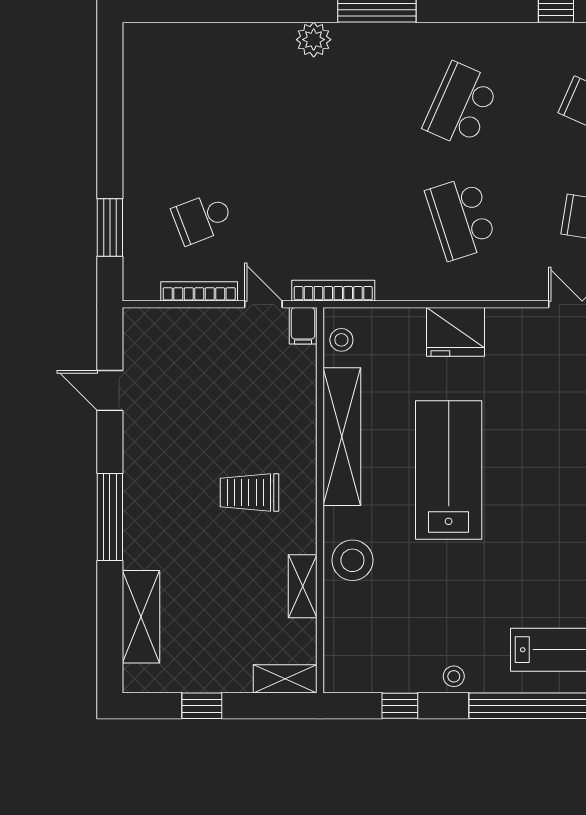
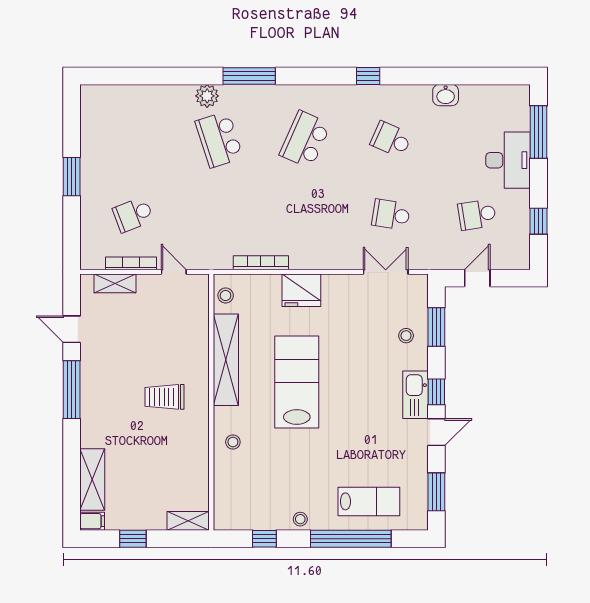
school desk: (461, 218) -> (219, 139), moved
window: (110, 228) -> (72, 177), moved
bookcase: (333, 291) -> (261, 263), moved
filing cabinet: (303, 326) -> (92, 521), moved, turned -90
window: (110, 517) -> (72, 390), moved
stool: (352, 560) -> (233, 442), width x0.53, depth x0.53
shelving: (303, 586) -> (115, 283), moved, turned 90

